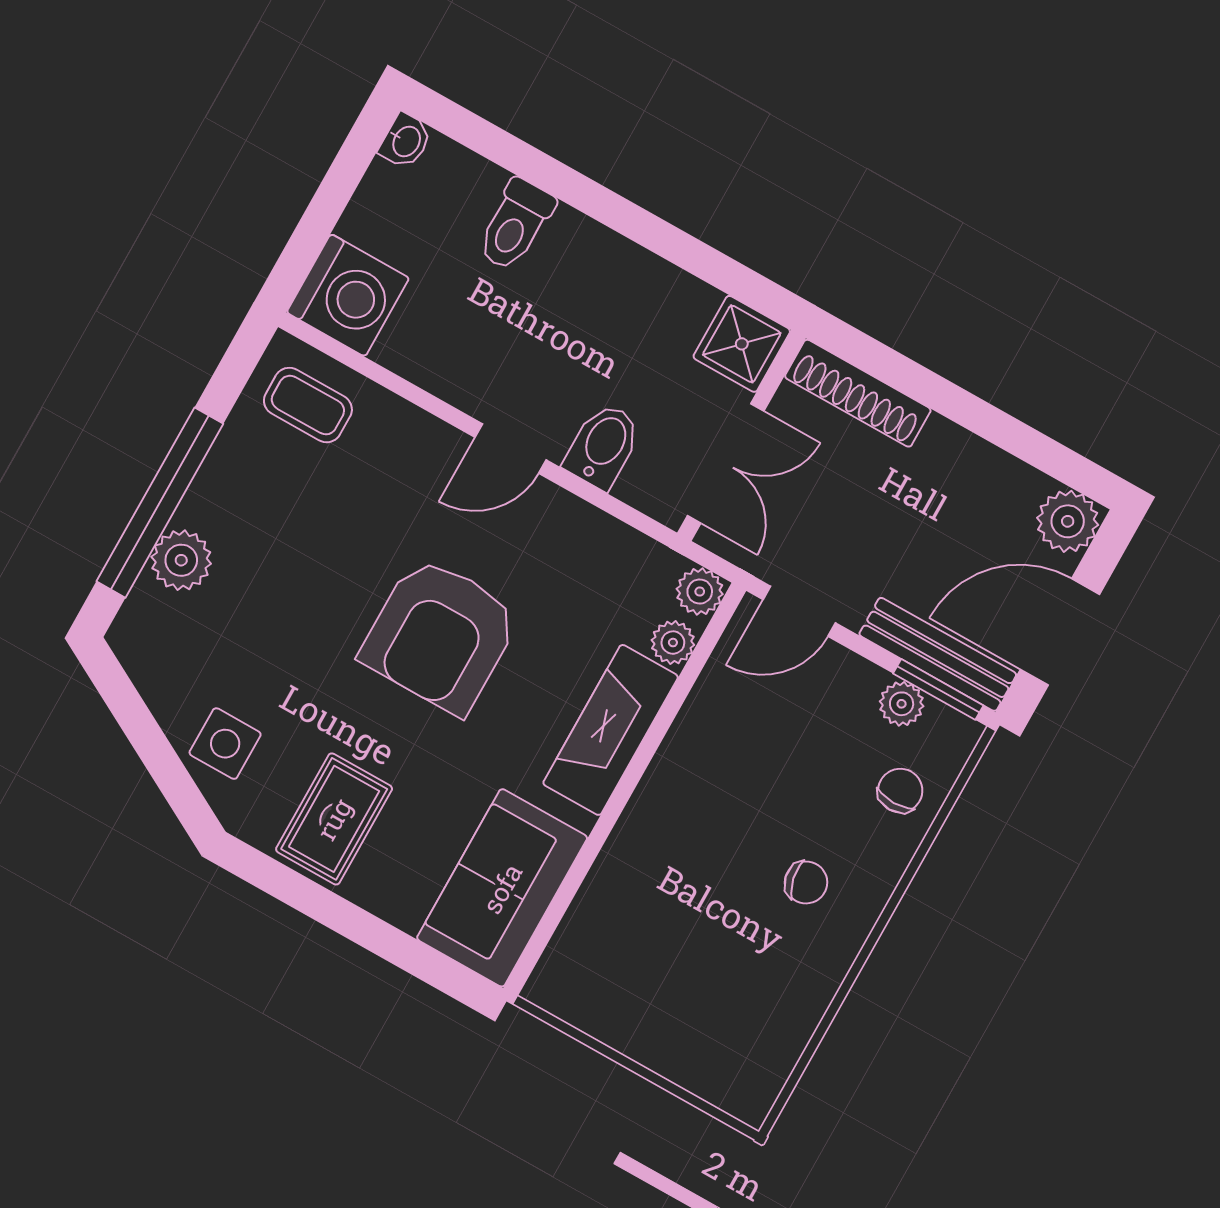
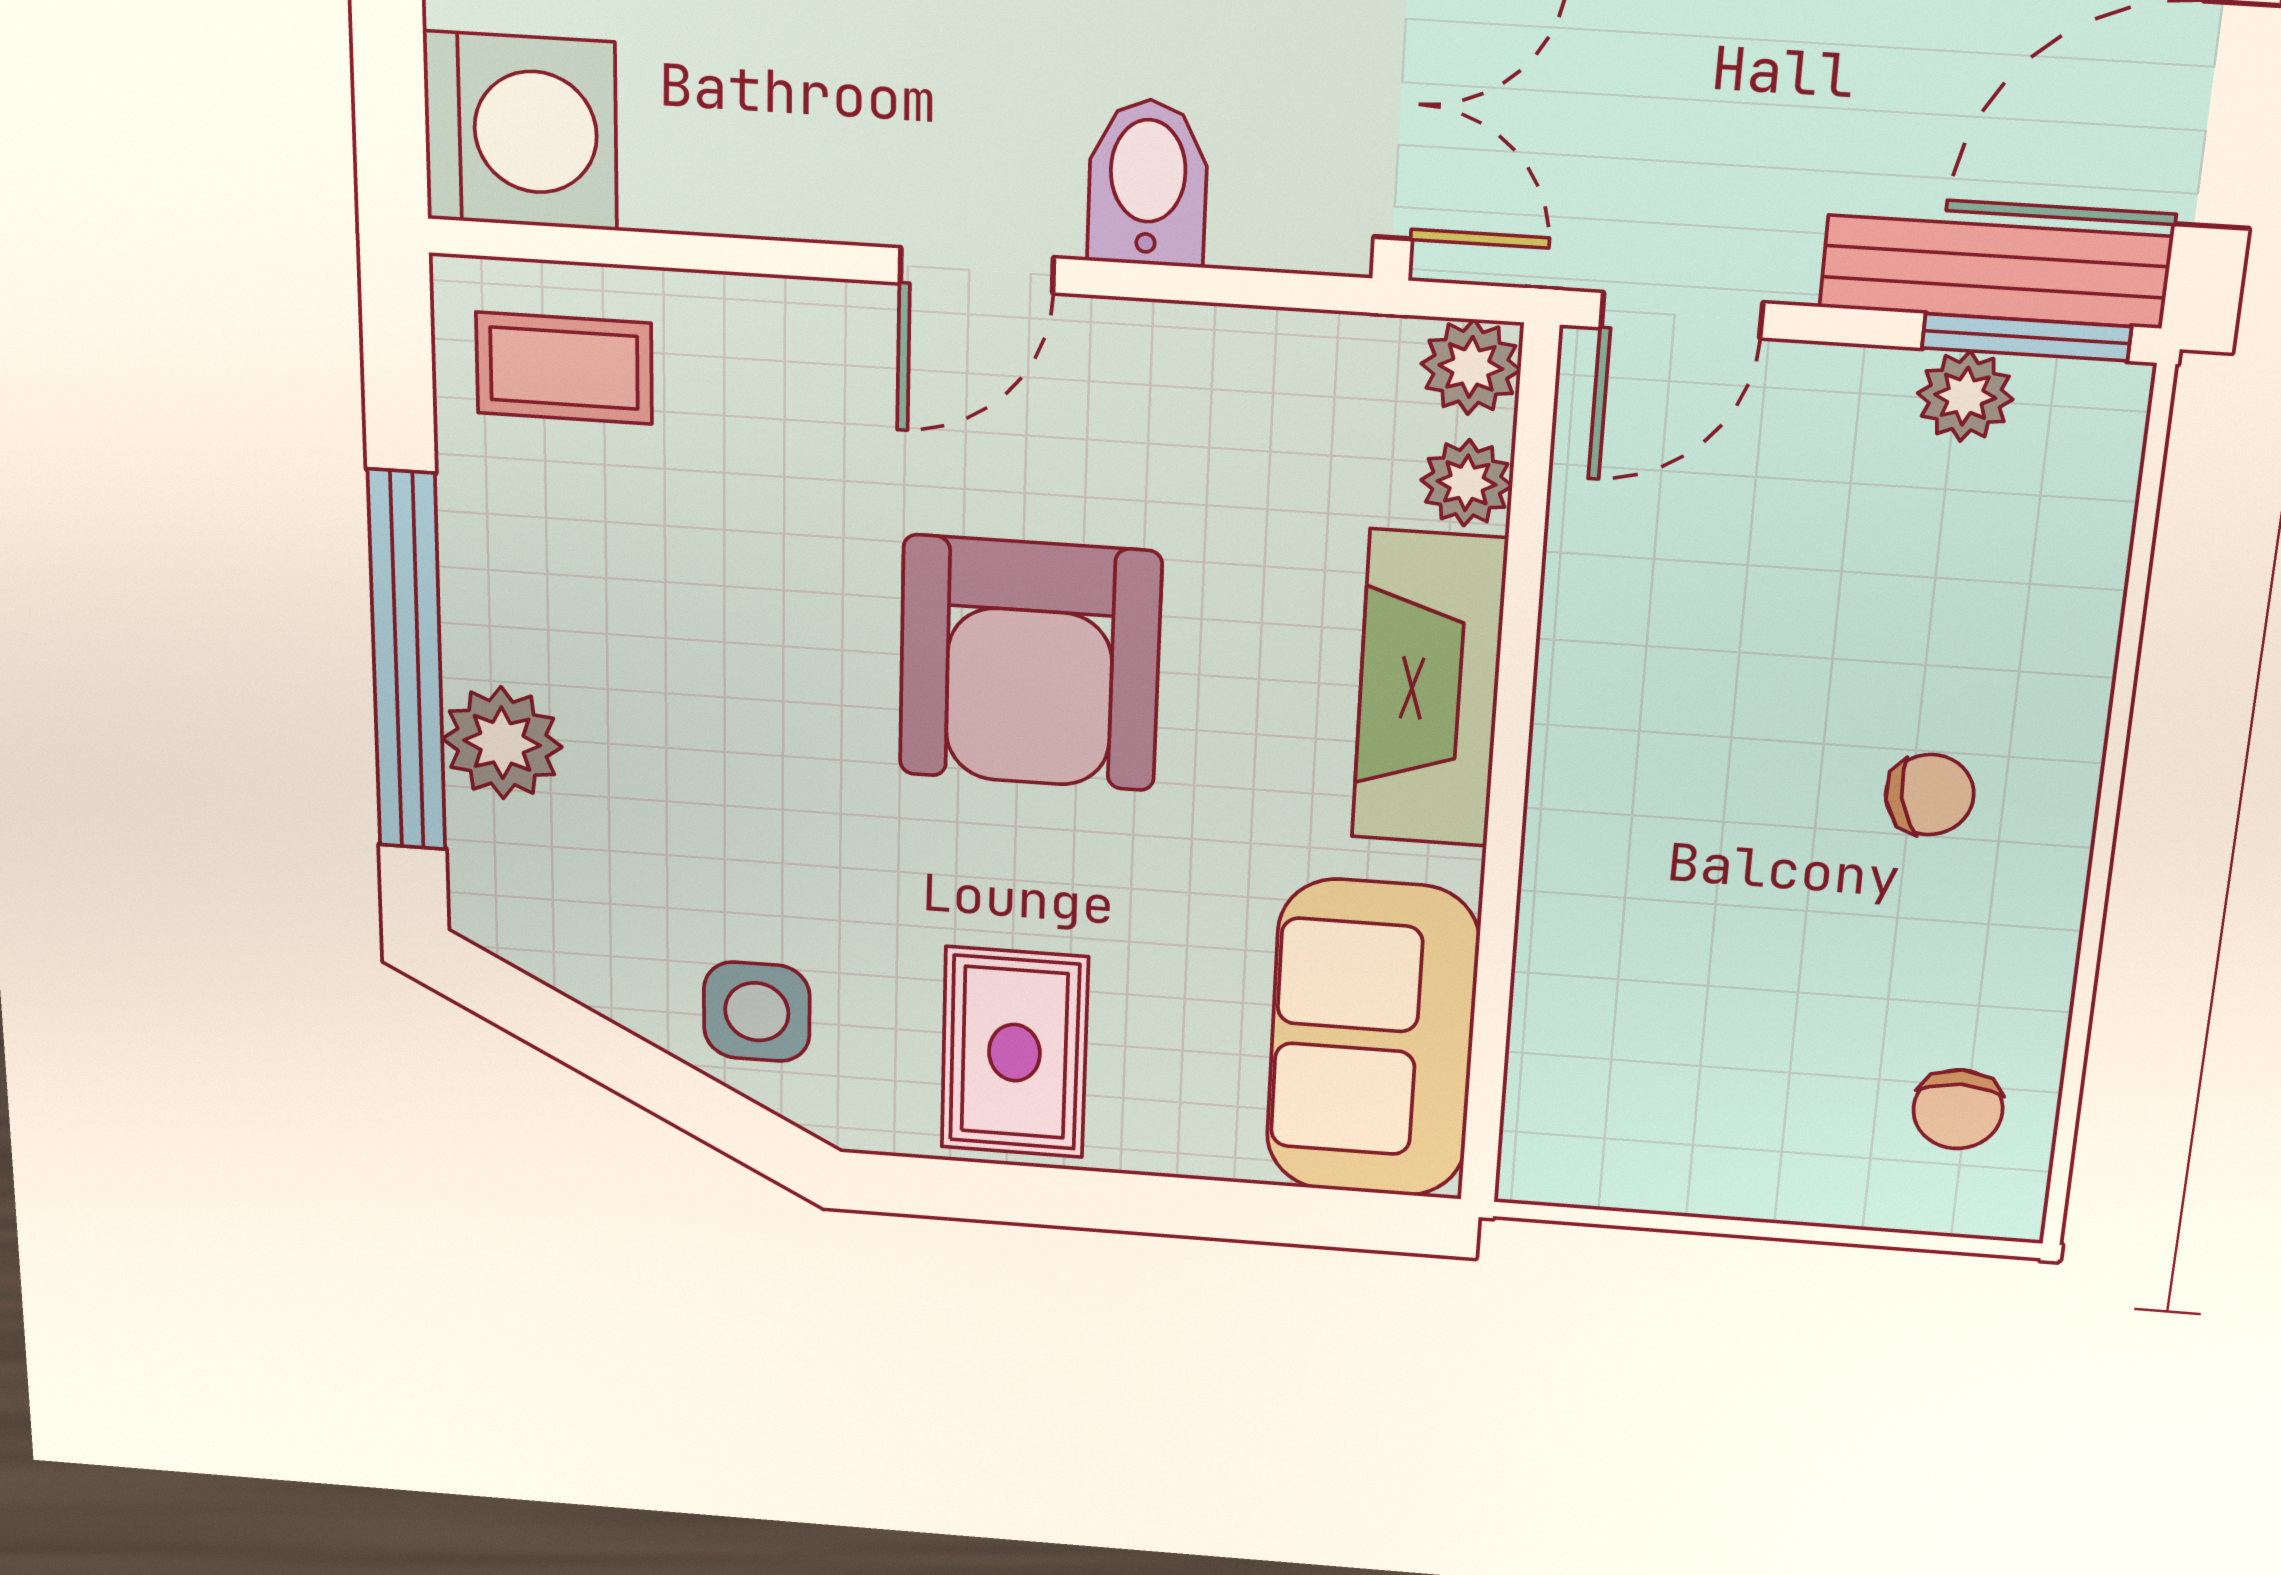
chair: (900, 791) -> (1958, 1109), moved, turned 180

